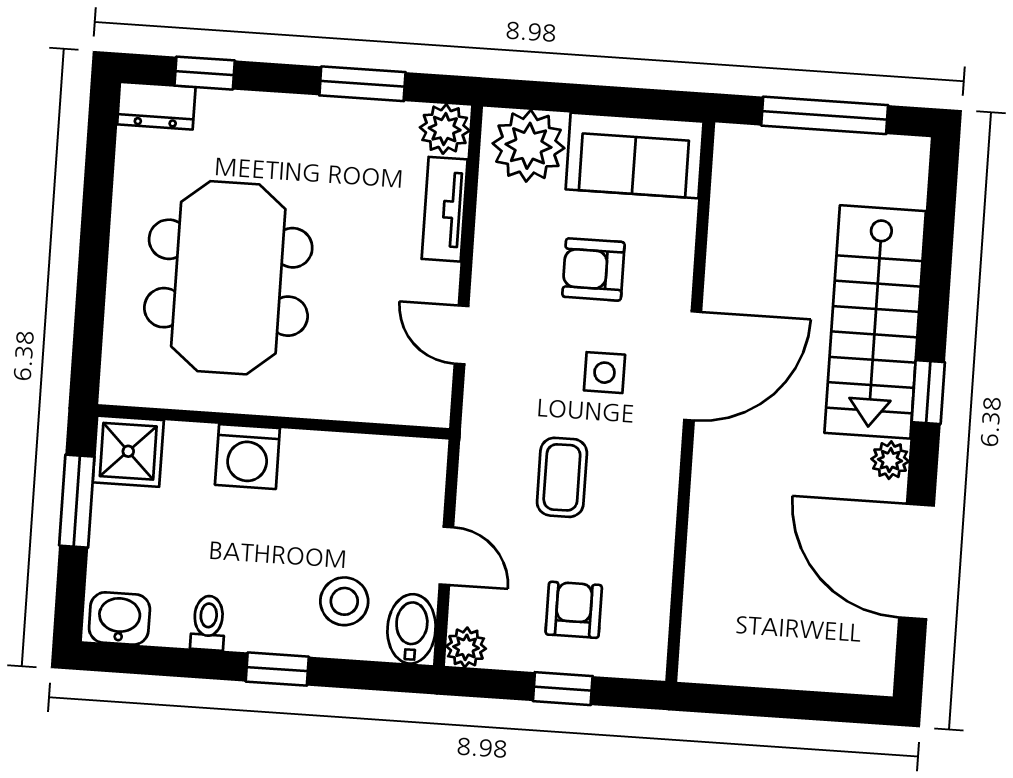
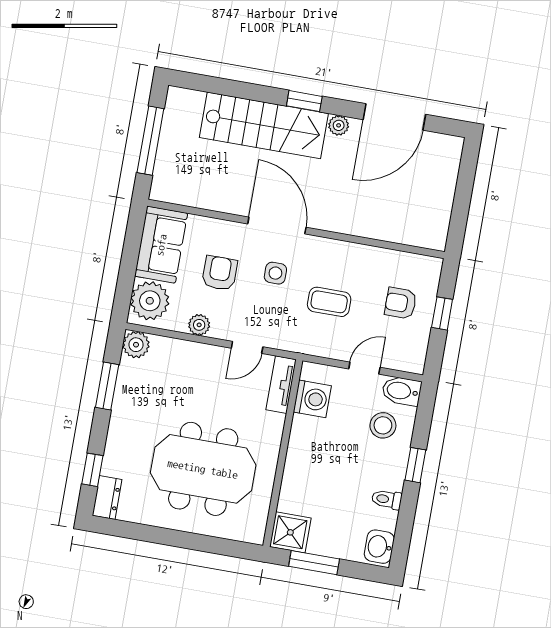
tv unit: (445, 209) -> (281, 385), moved, turned 90
armchair: (593, 269) -> (220, 273), turned 180
washing machine: (247, 457) -> (312, 399), moved
plant: (466, 647) -> (199, 325), moved

